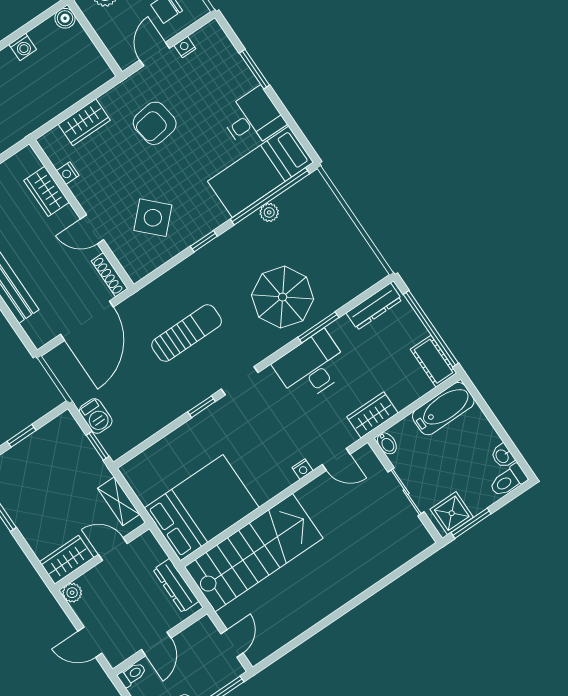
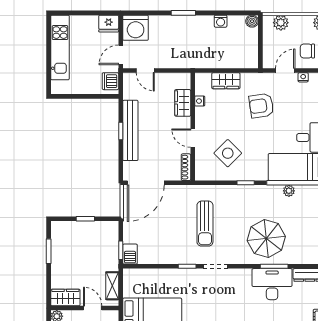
door: (87, 321) -> (146, 183), moved
sun lounger: (187, 333) -> (205, 224), turned 90
desk: (312, 367) -> (272, 284), moved
barbecue: (96, 416) -> (130, 254), moved

